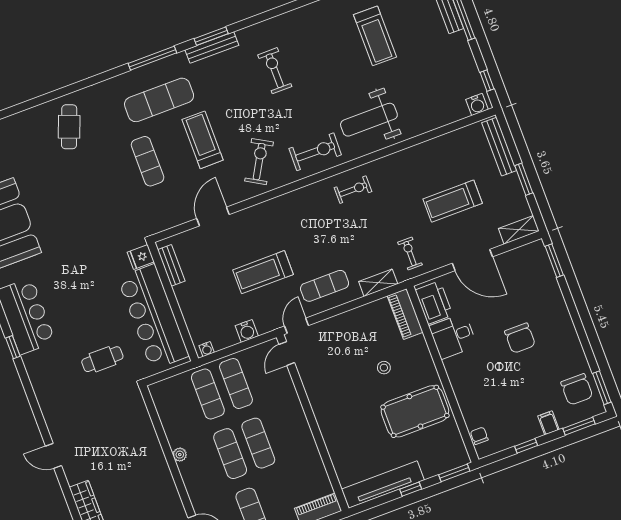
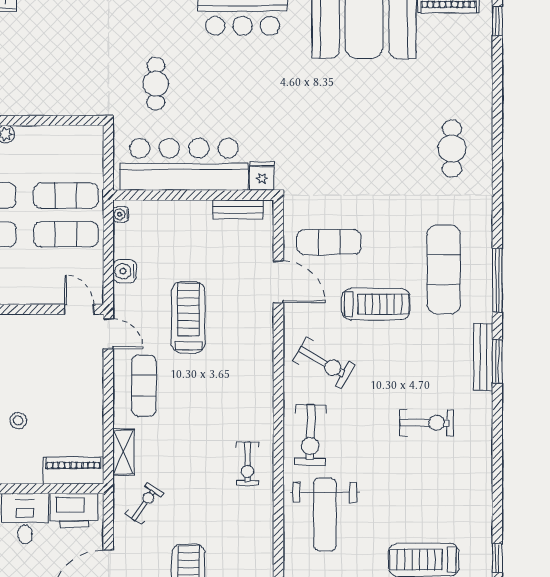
weight bench: (369, 120) -> (325, 515), turned 180
cafe table: (69, 127) -> (452, 149), turned 69
exercise mat: (148, 161) -> (329, 242), moved
exercise bike: (410, 254) -> (144, 504), turned -55

